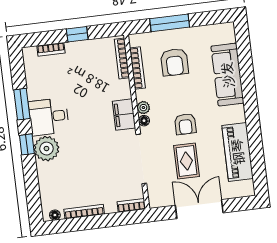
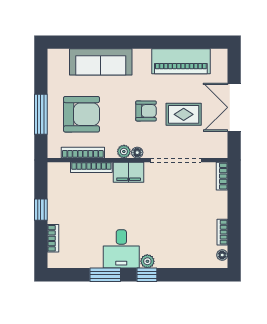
bookcase: (122, 58) -> (91, 167), moved
armchair: (174, 62) -> (82, 114), width x1.36, depth x1.36
plant: (46, 149) -> (147, 261), width x0.53, depth x0.53
bookcase: (84, 212) -> (222, 232), width x0.64

